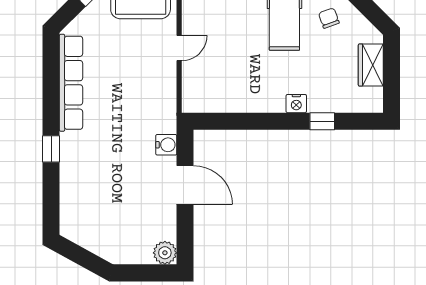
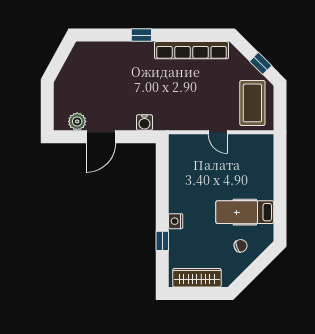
wardrobe: (371, 65) -> (197, 278), width x1.50
door: (185, 185) -> (101, 137), moved
plant: (165, 253) -> (77, 121), moved

